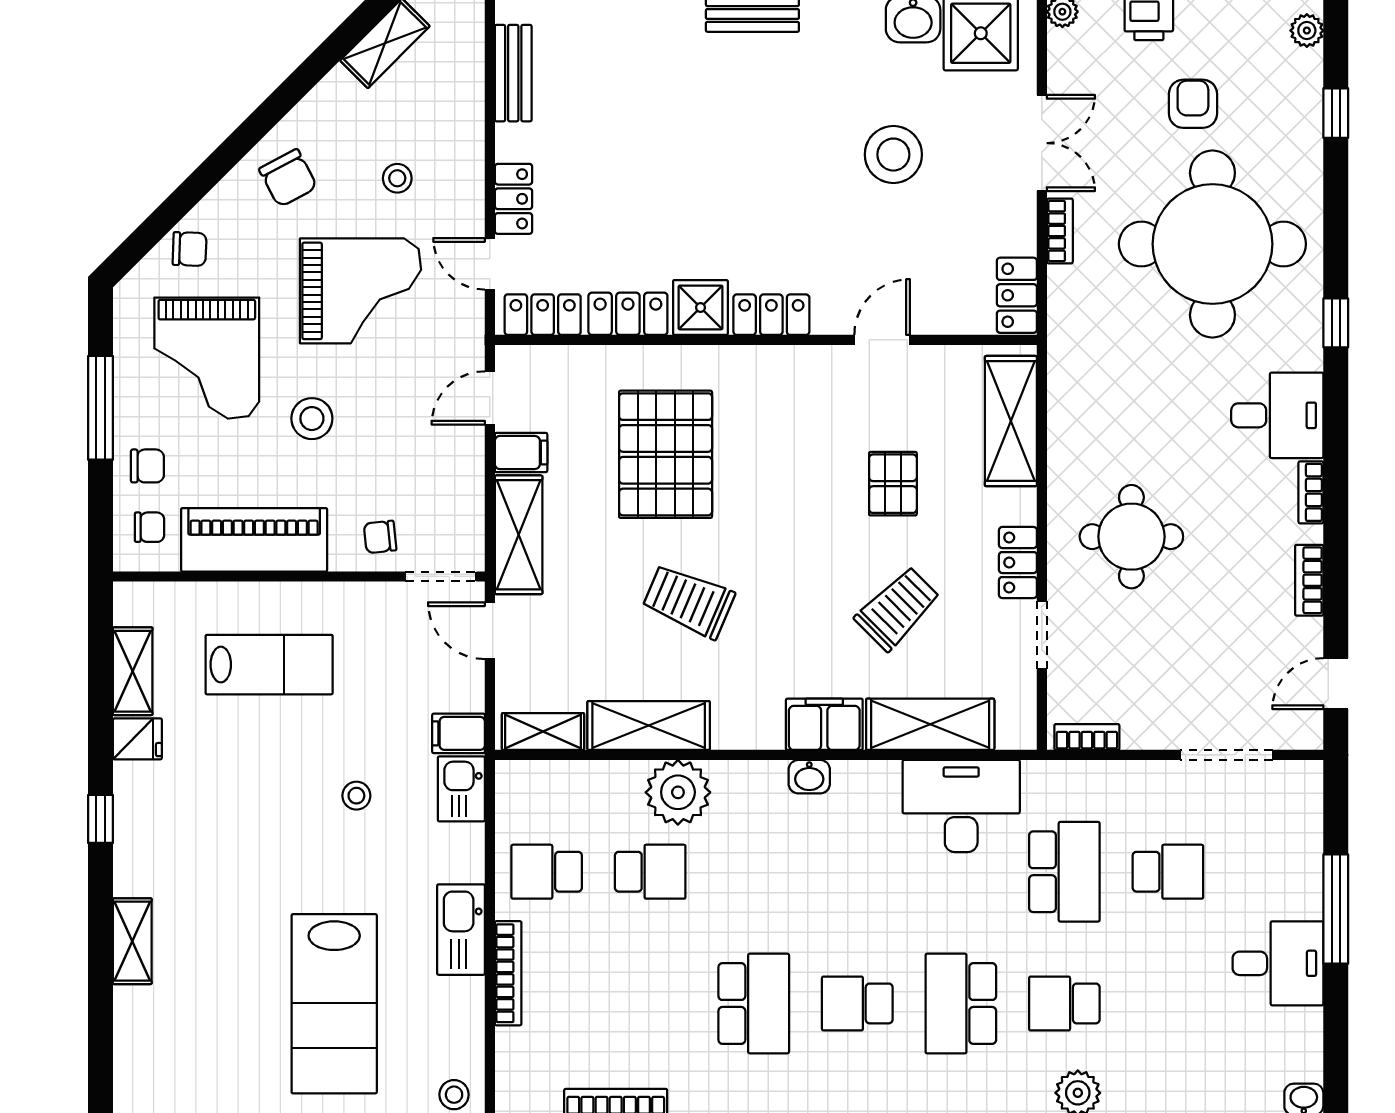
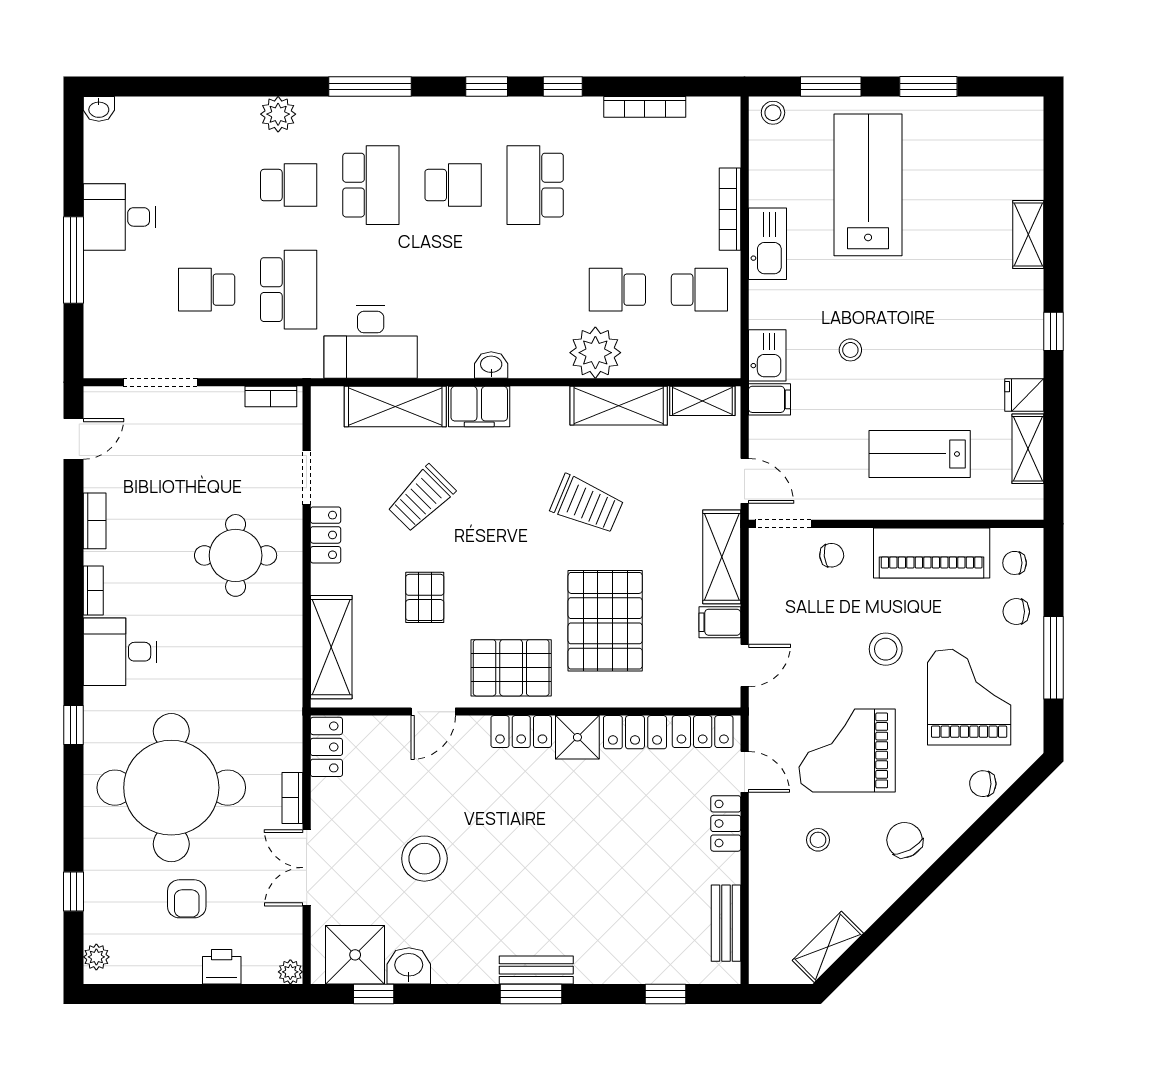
pallet: (784, 395) -> (511, 668), added
school desk: (1064, 872) -> (289, 290), turned 180

